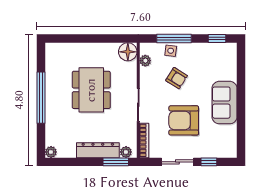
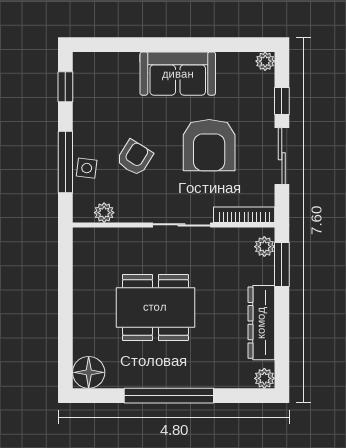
floor lamp: (128, 52) -> (89, 372), moved
dresser: (98, 150) -> (261, 323), moved
plant: (232, 152) -> (265, 61), added

